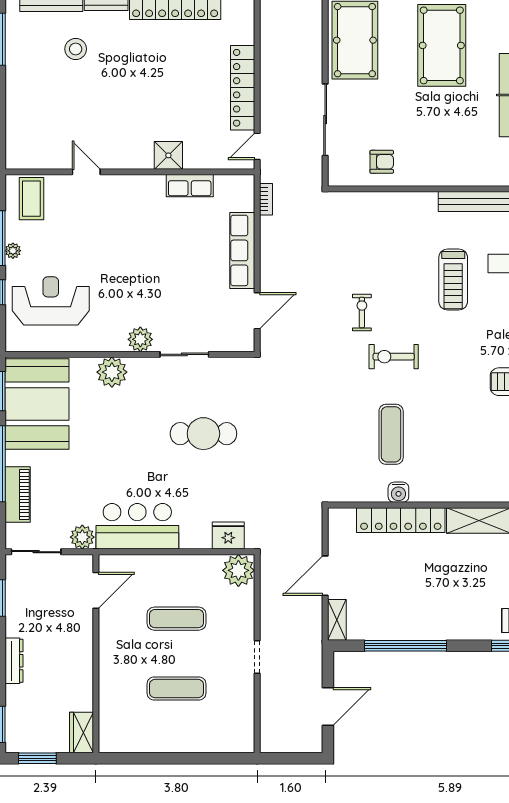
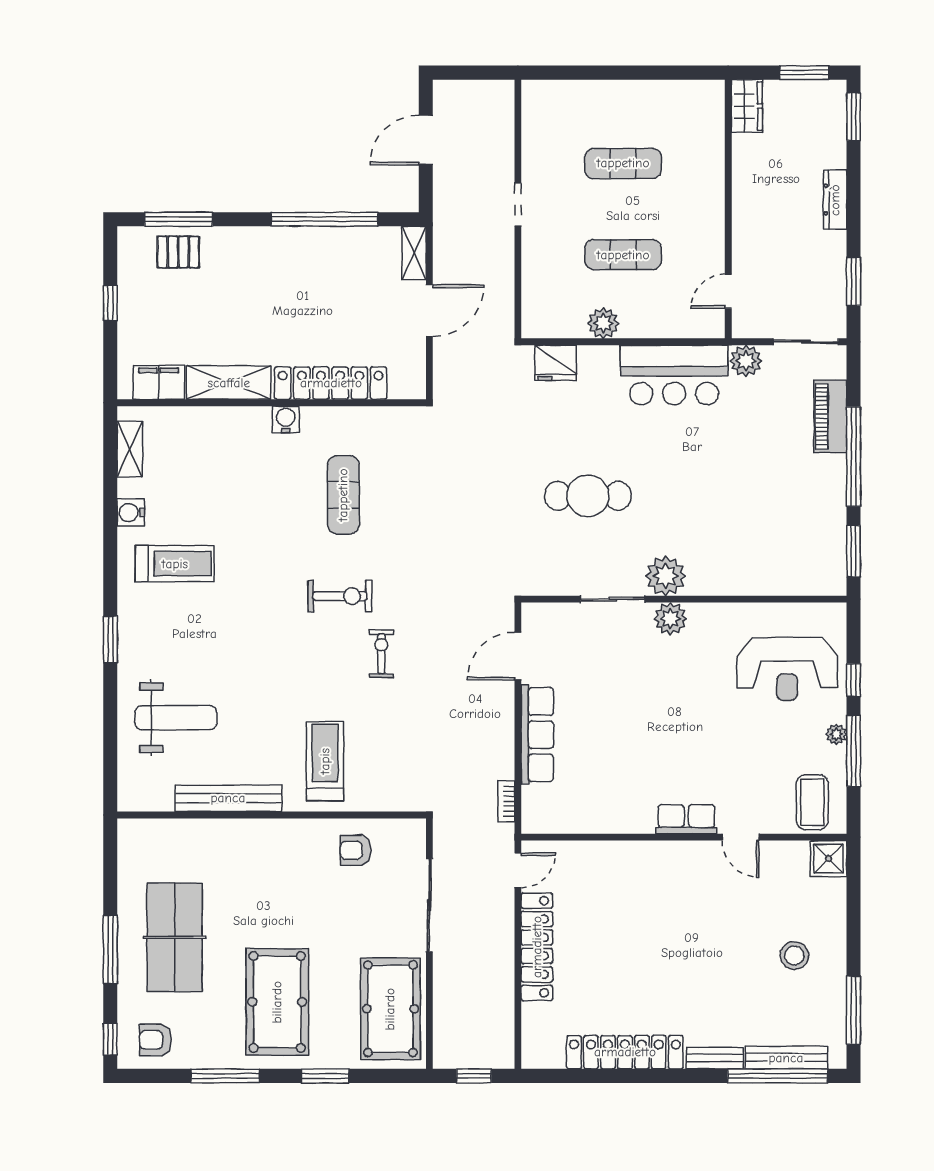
stool: (76, 49) -> (794, 956), moved
shower: (168, 155) -> (828, 859), moved
row of seats: (190, 186) -> (686, 819), moved
treadmill: (453, 280) -> (325, 761), moved
exercise bike: (362, 312) -> (381, 654), turned 180
plant: (112, 372) -> (666, 576), moved
booth: (37, 404) -> (805, 534), removed
water cooler: (398, 492) -> (286, 419), moved
plant: (238, 570) -> (603, 323), moved, width x0.73, depth x0.73
door: (96, 590) -> (728, 291), width x0.73

